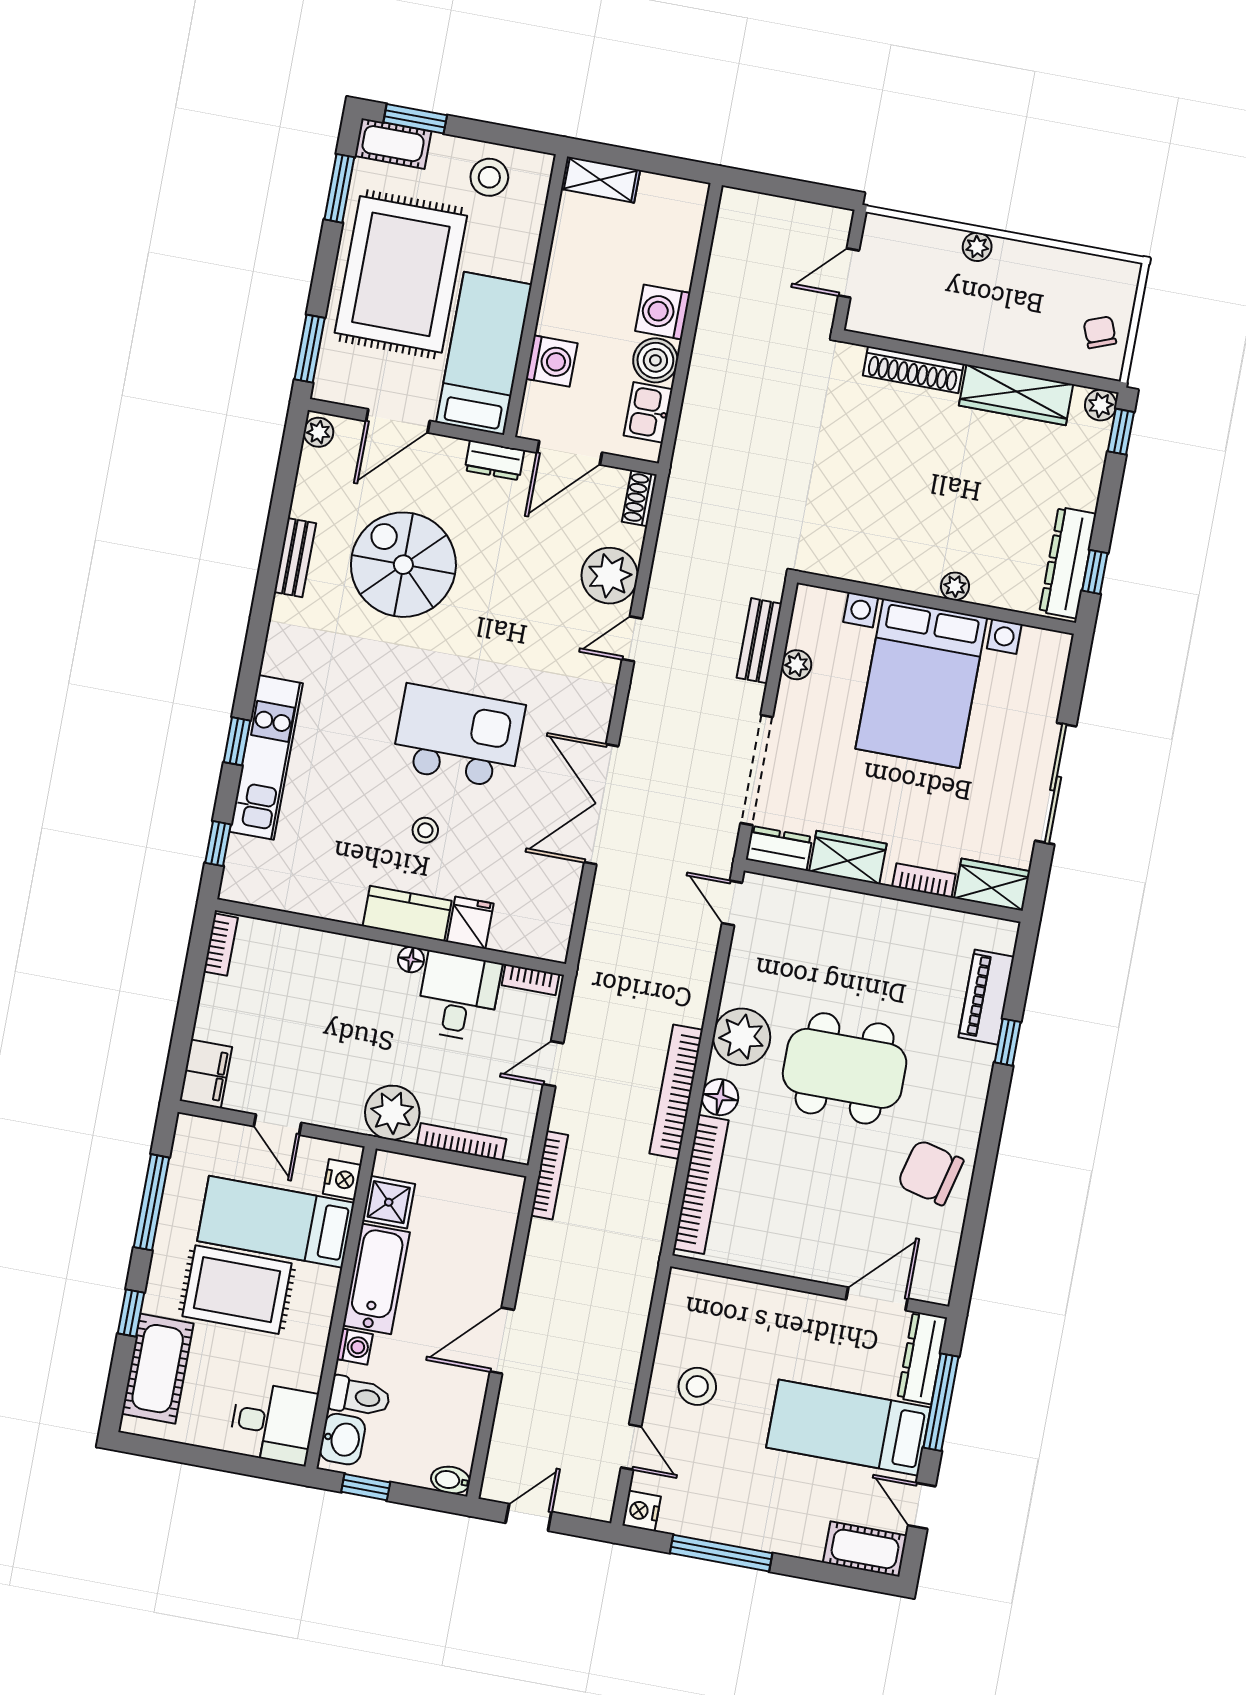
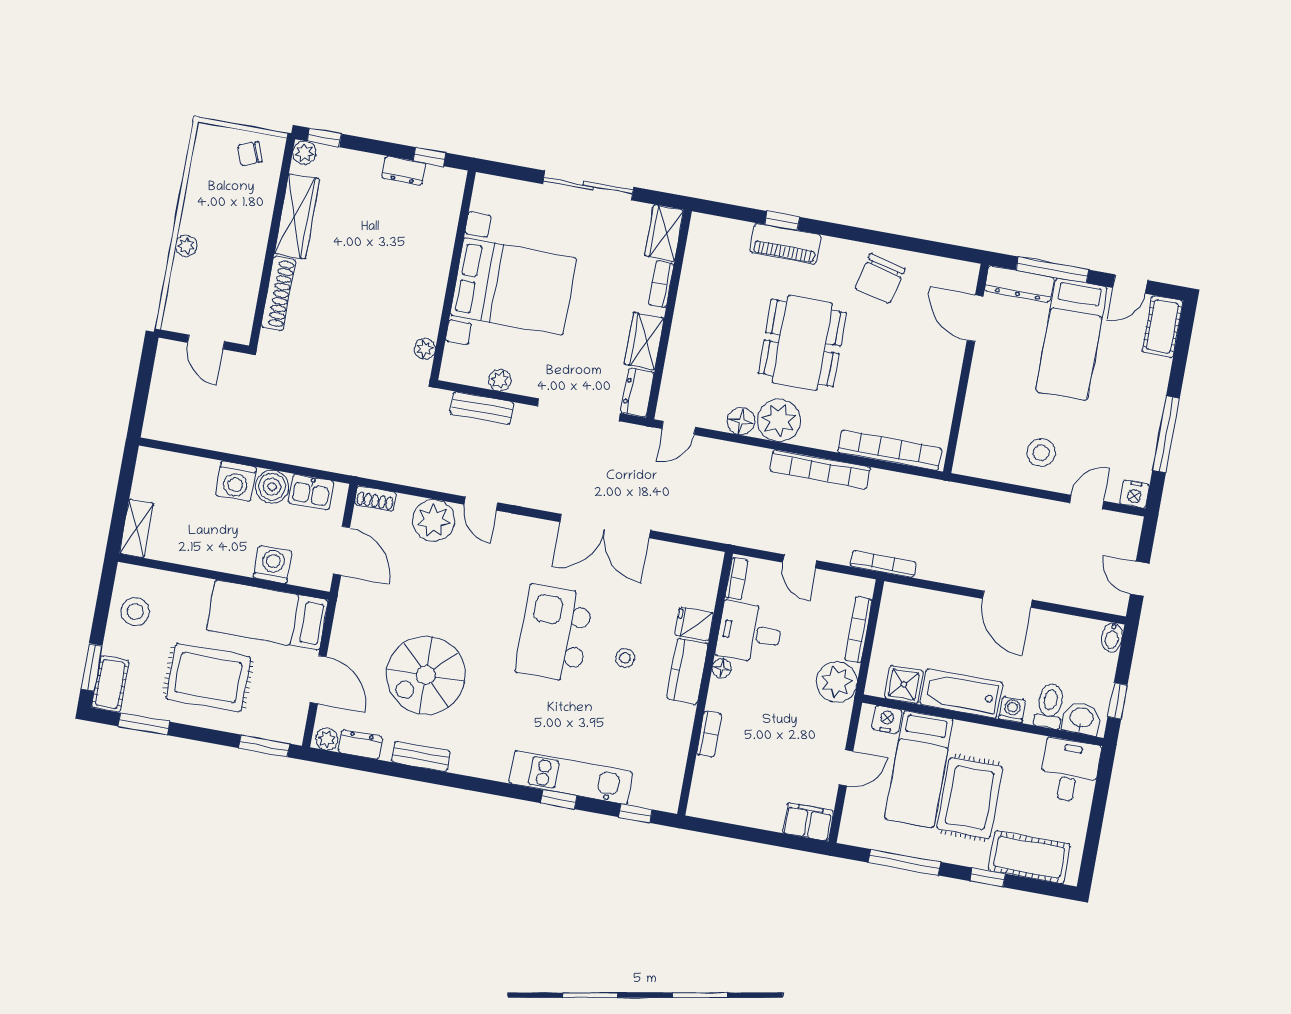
rug: (401, 274) -> (208, 678), width x0.73, depth x0.69
dresser: (495, 460) -> (360, 745), moved, turned -90
dresser: (1068, 563) -> (404, 171), width x0.51, depth x0.80
plant: (955, 586) -> (425, 349), moved
bookcase: (221, 945) -> (709, 734), moved, turned 90
piano: (986, 997) -> (786, 244), moved
floor lamp: (720, 1097) -> (741, 421), moved

